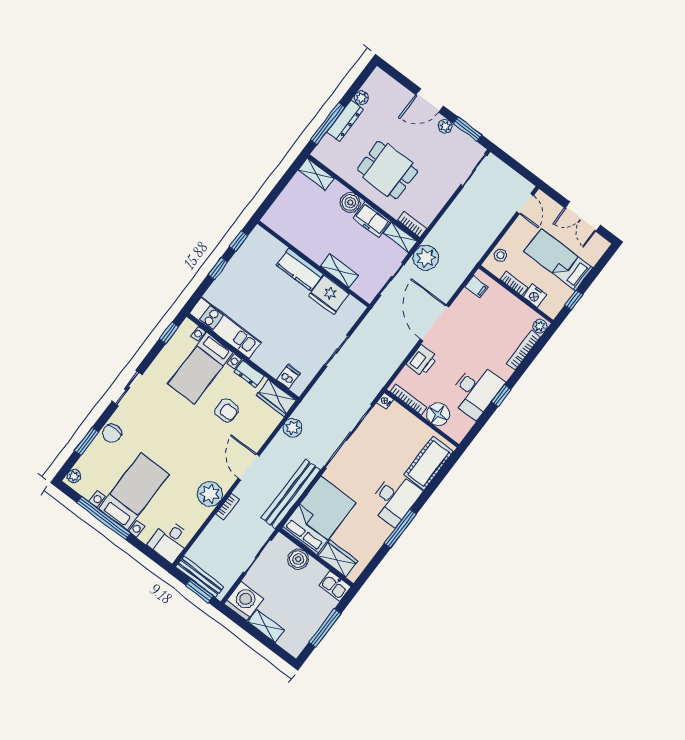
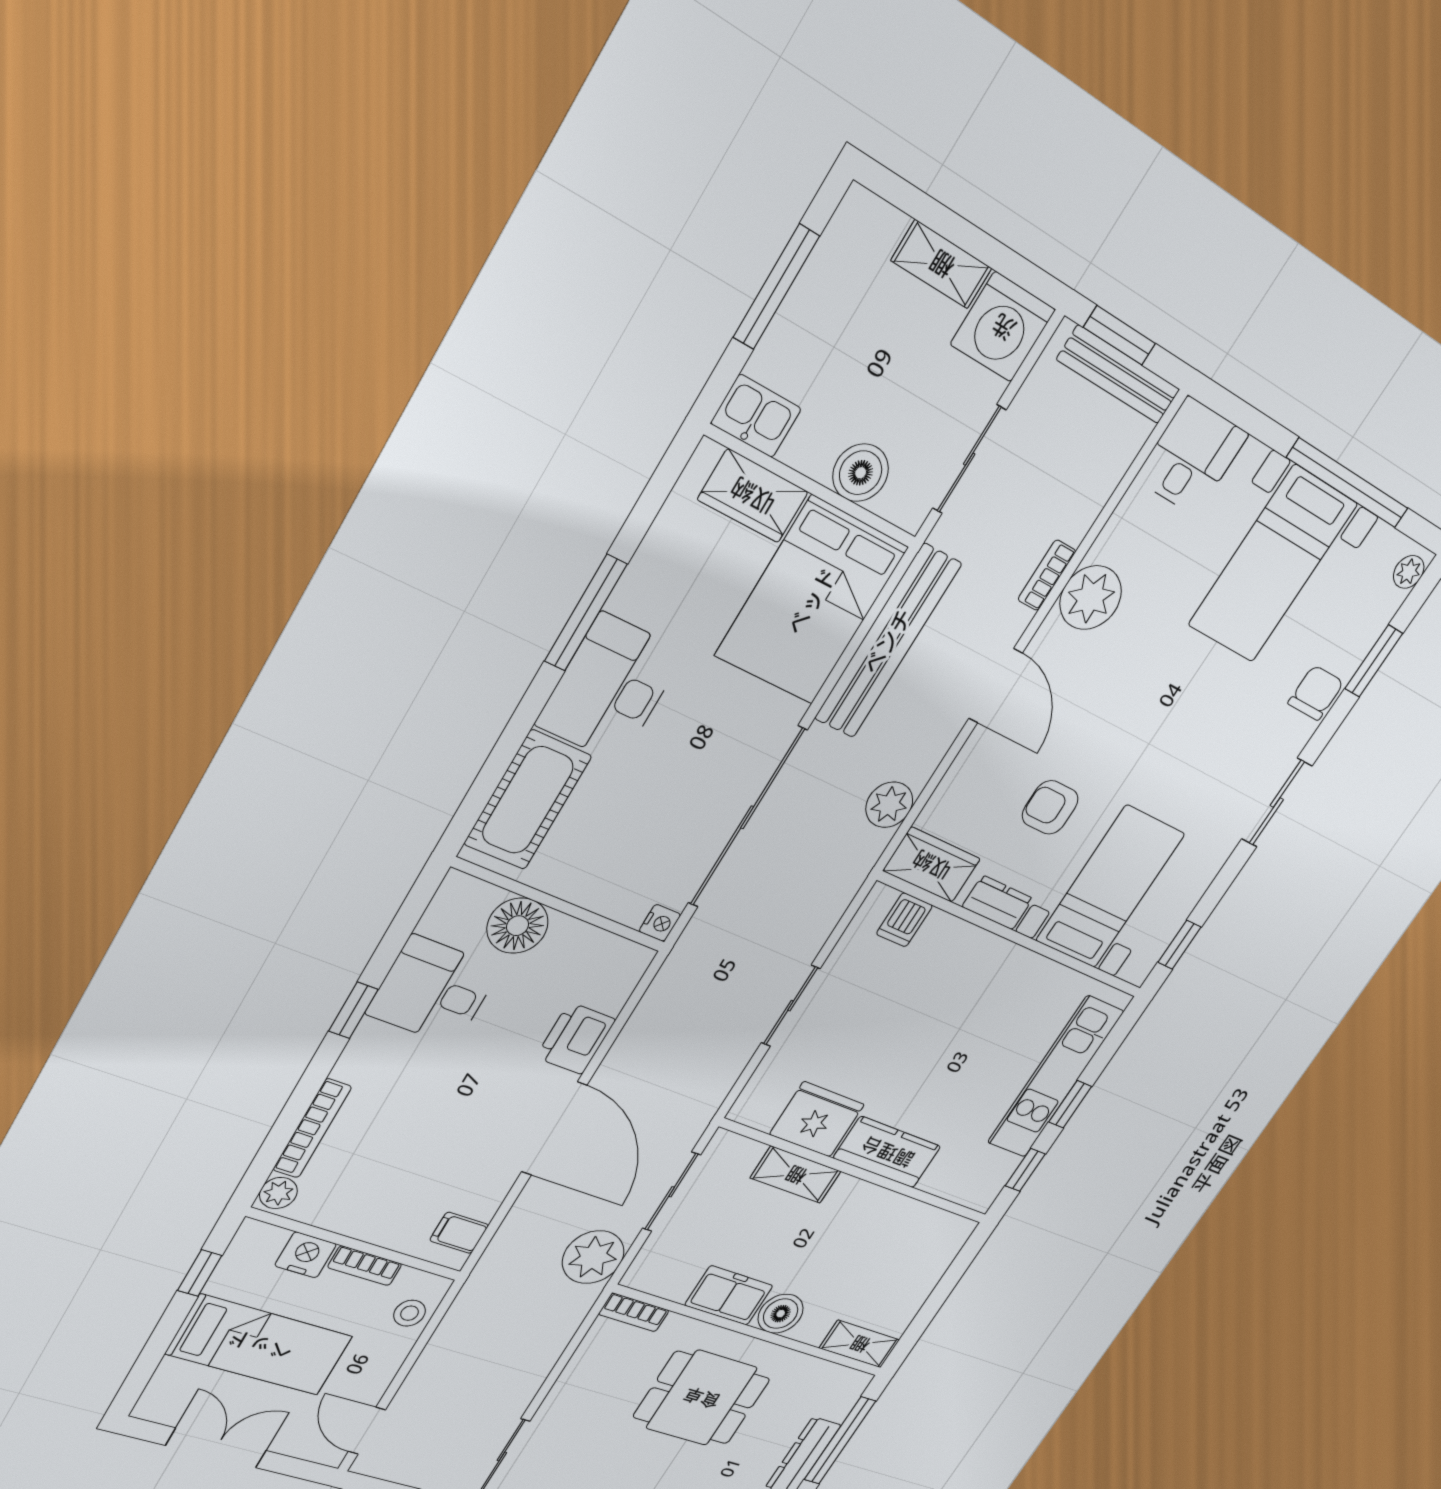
shelving: (400, 237) -> (659, 1281), removed
kitchen unit: (225, 328) -> (1056, 1077), moved, turned 90
desk: (476, 390) -> (434, 991), width x0.73
bookcase: (409, 399) -> (600, 941), removed

